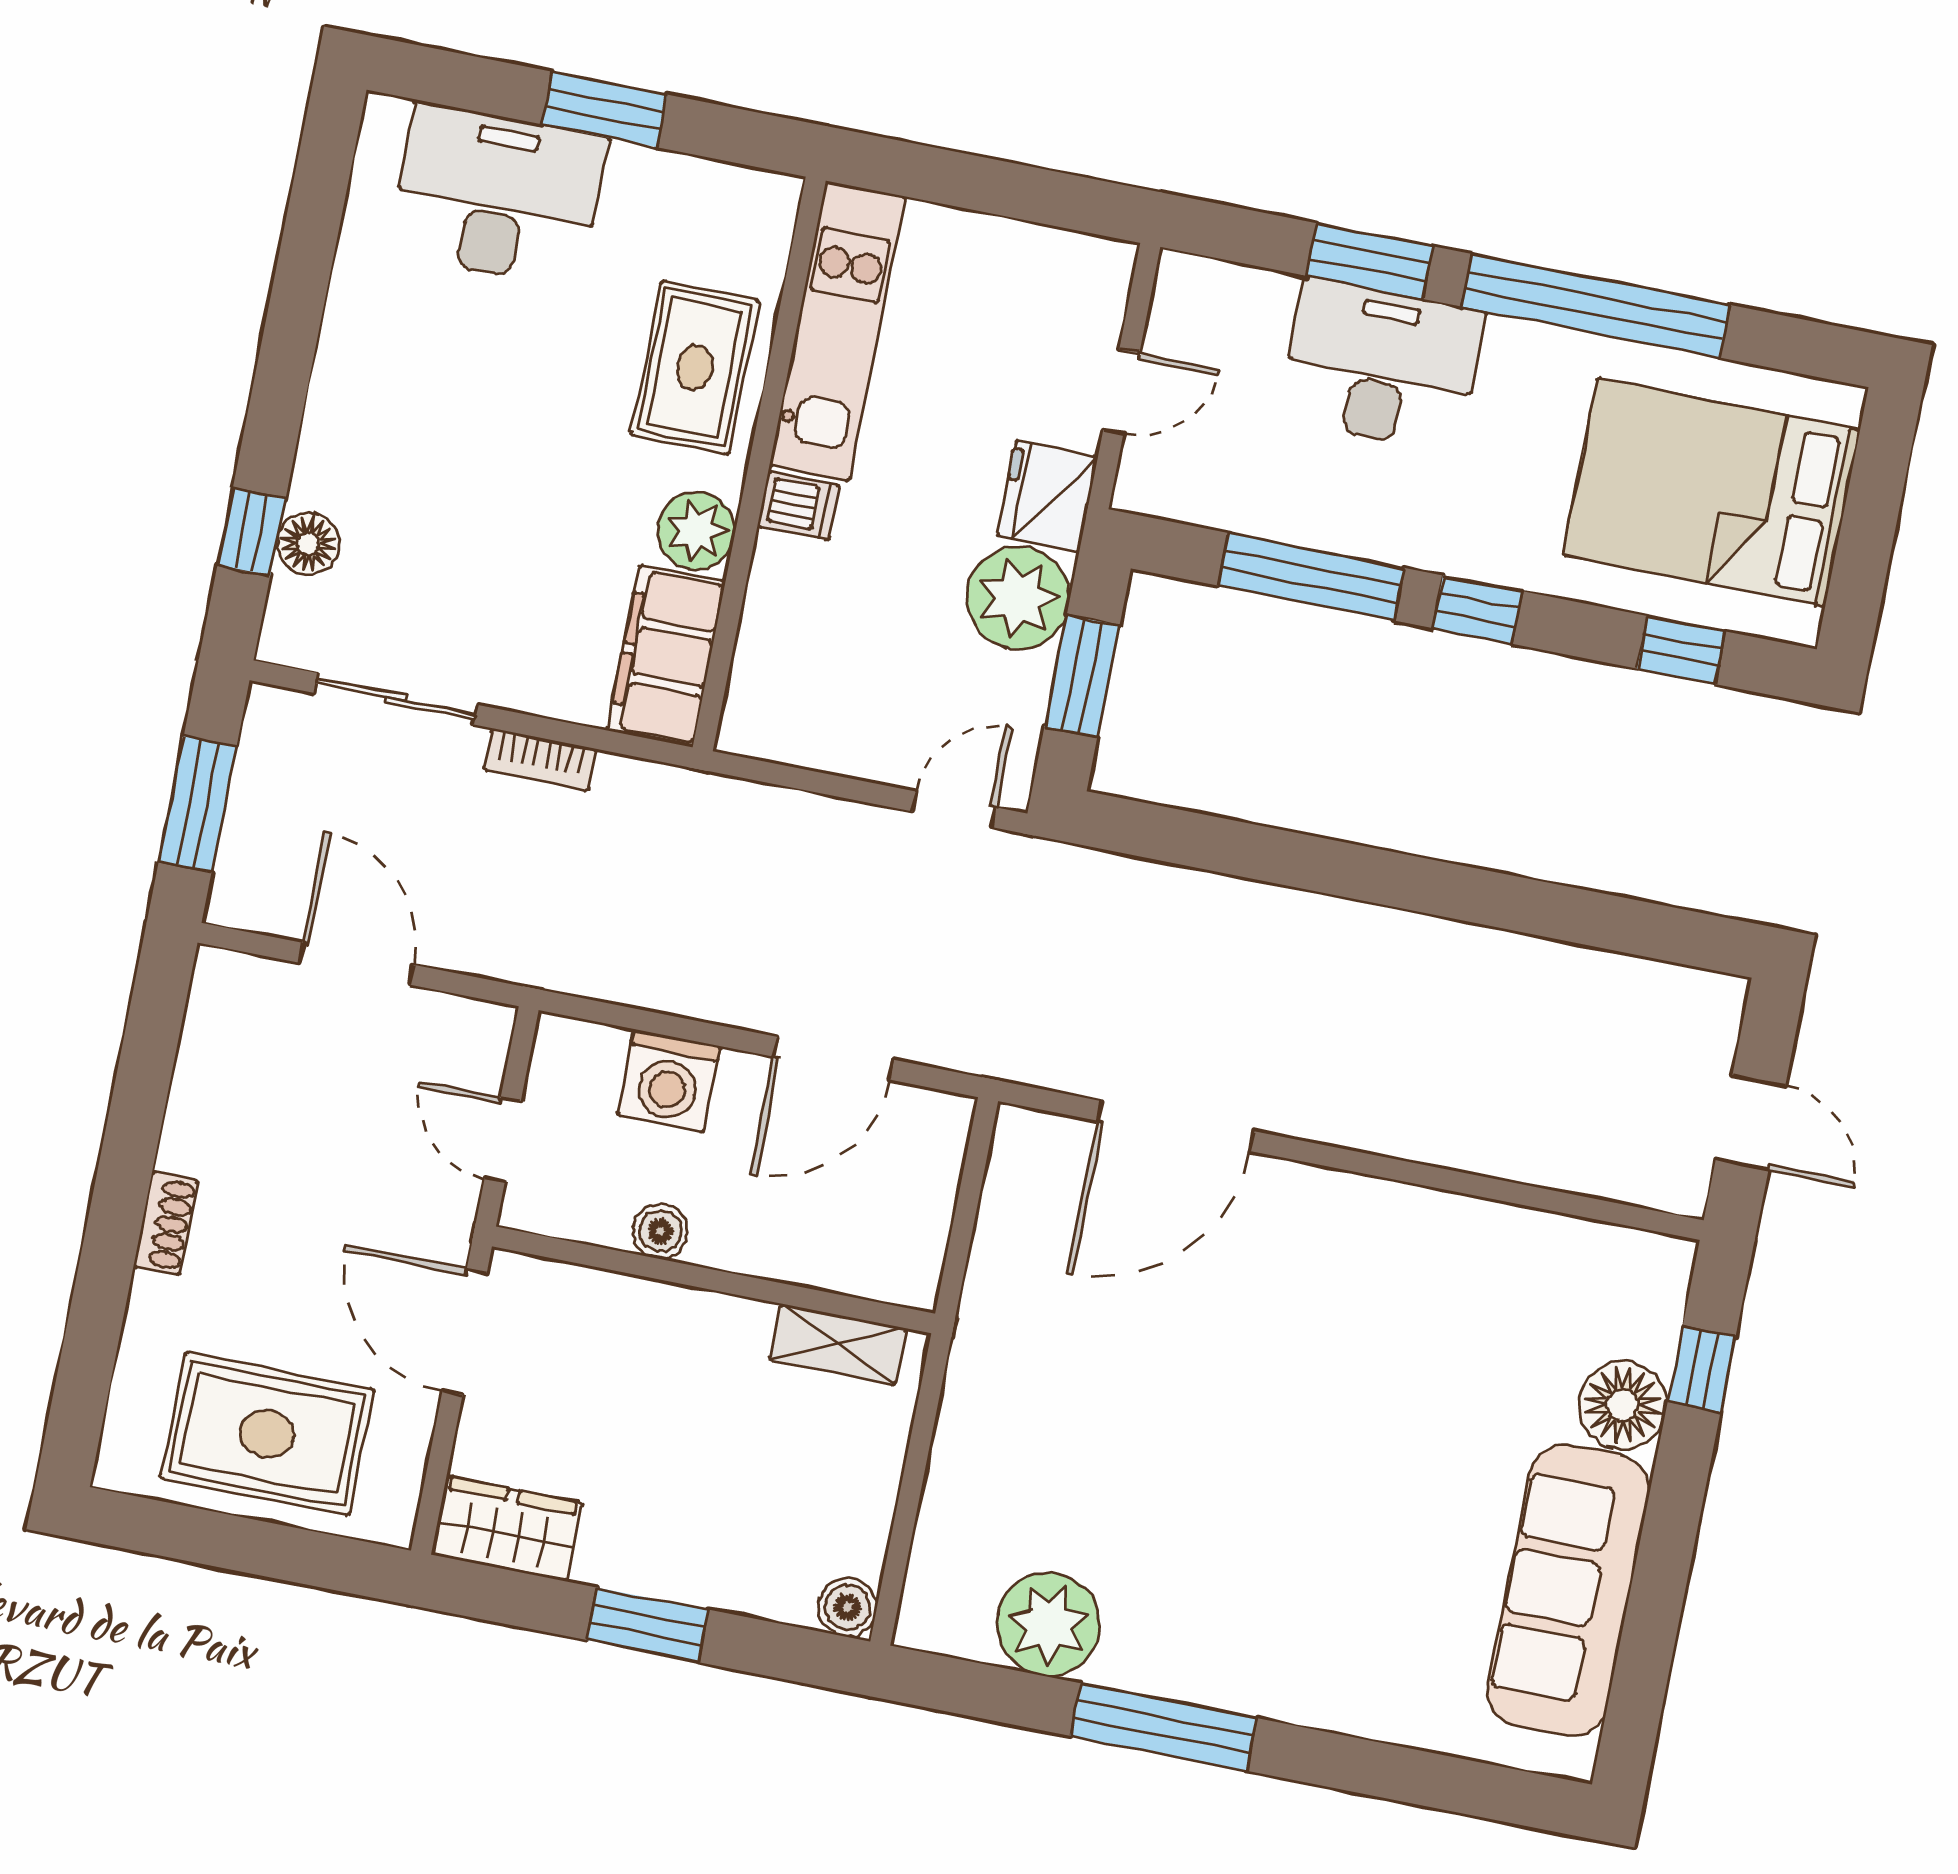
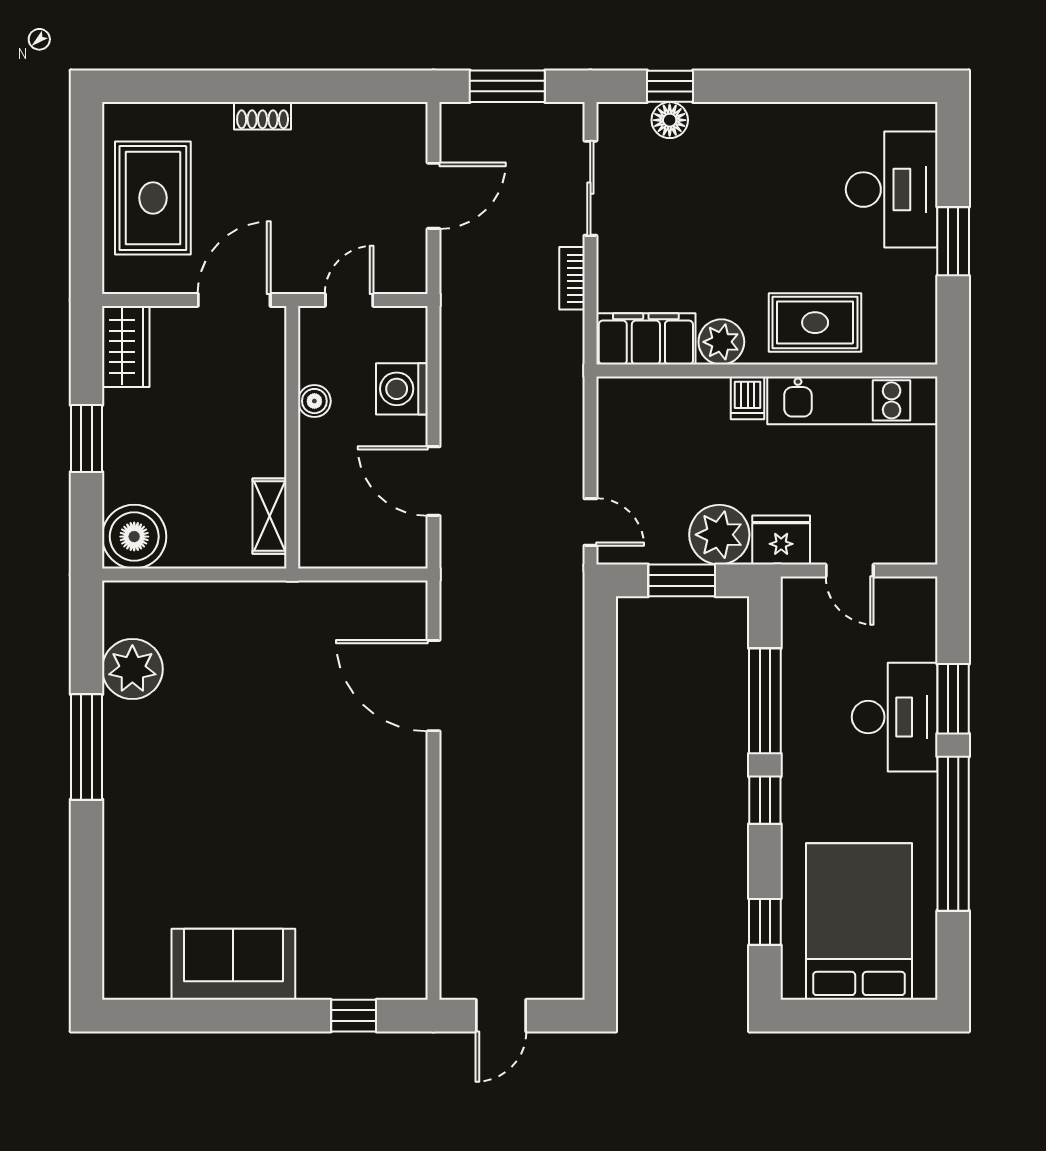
floor lamp: (1623, 1405) -> (324, 974), removed
sofa: (1568, 1590) -> (233, 964), width x0.73
boiler: (847, 1607) -> (134, 537), width x1.86, depth x1.86

